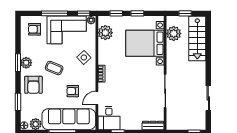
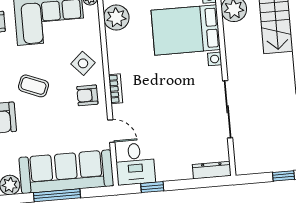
armchair: (73, 91) -> (87, 95), moved
door: (97, 98) -> (111, 131), swing flipped

